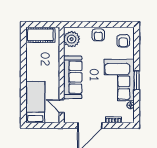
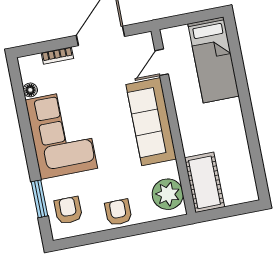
cot: (40, 35) -> (204, 182), moved, turned 90
window: (137, 80) -> (39, 199), moved
door: (62, 106) -> (162, 62), swing flipped

